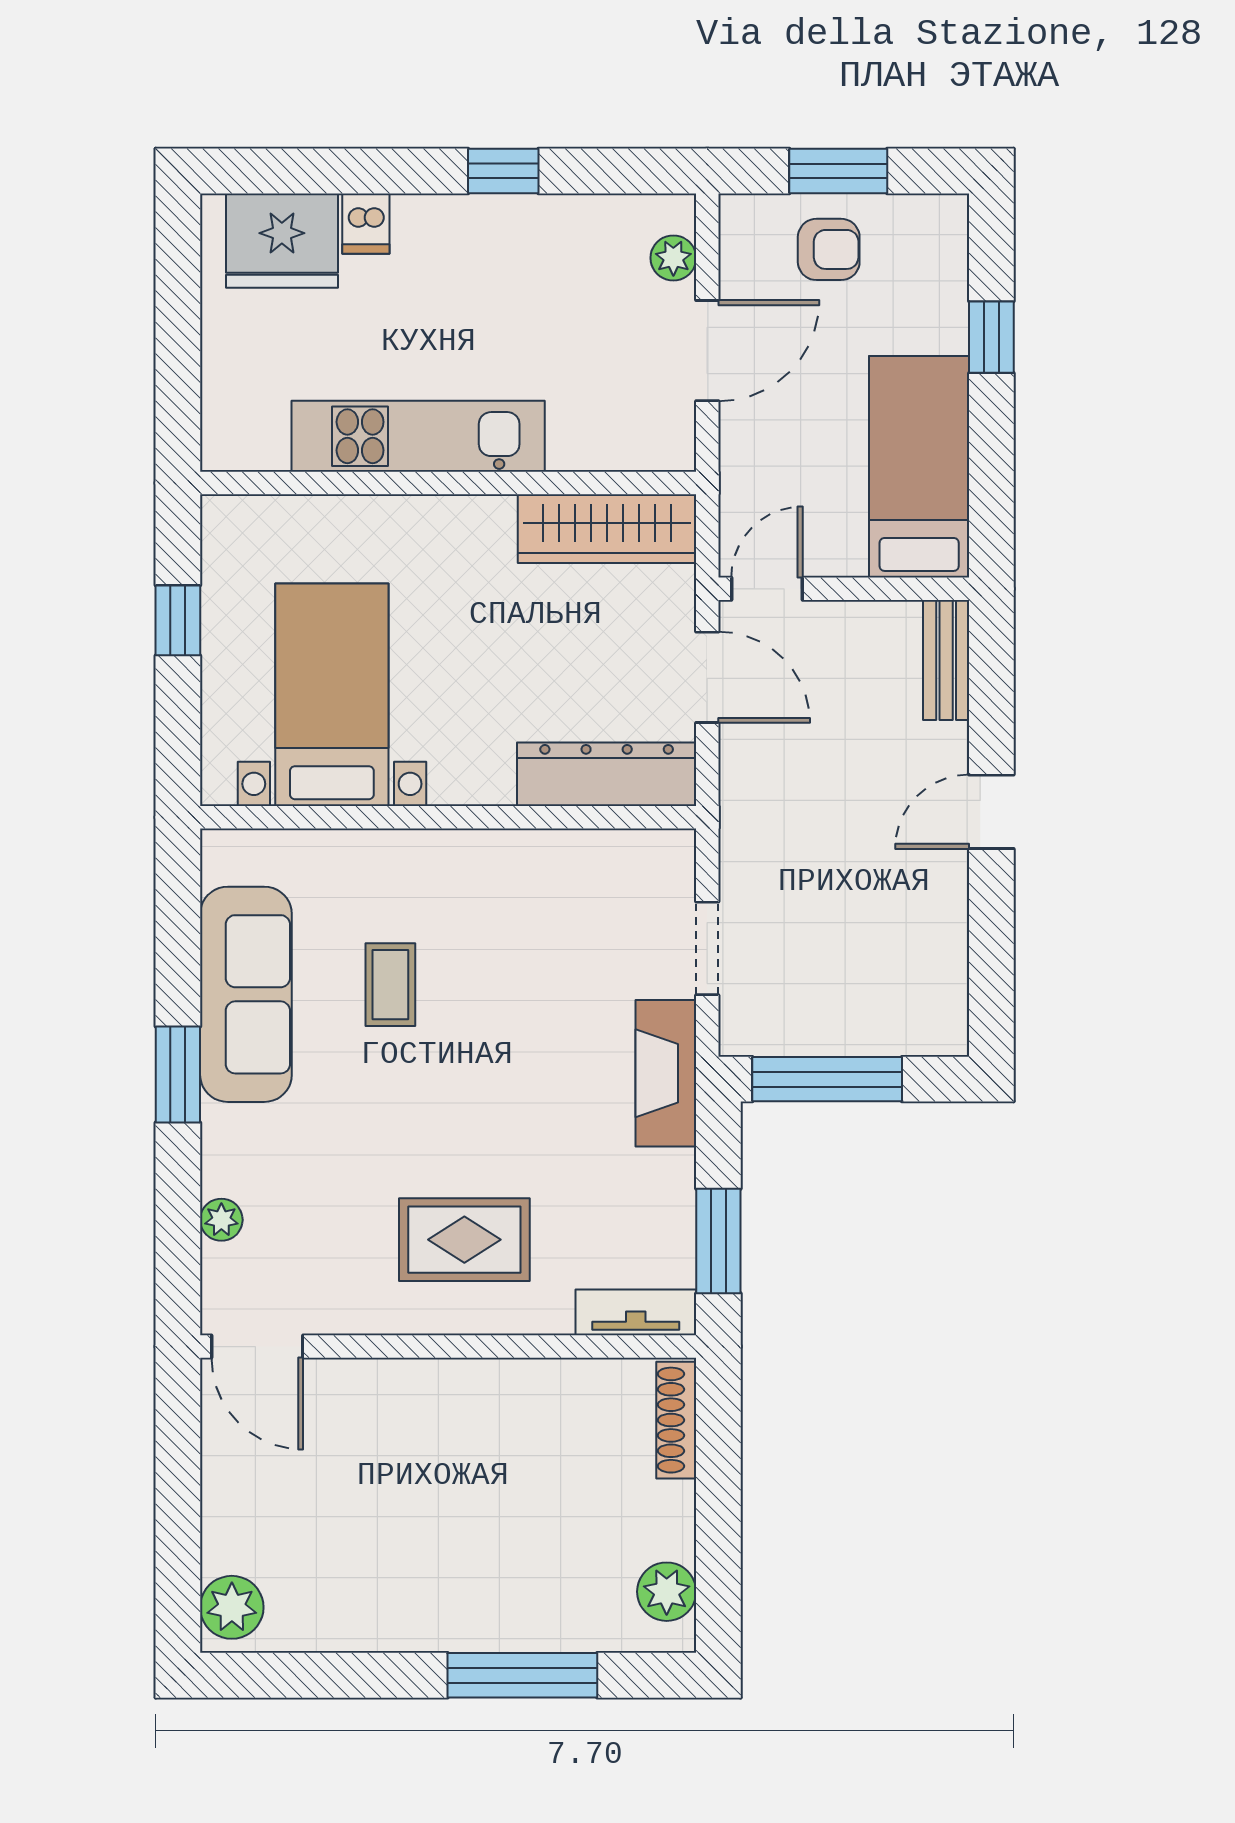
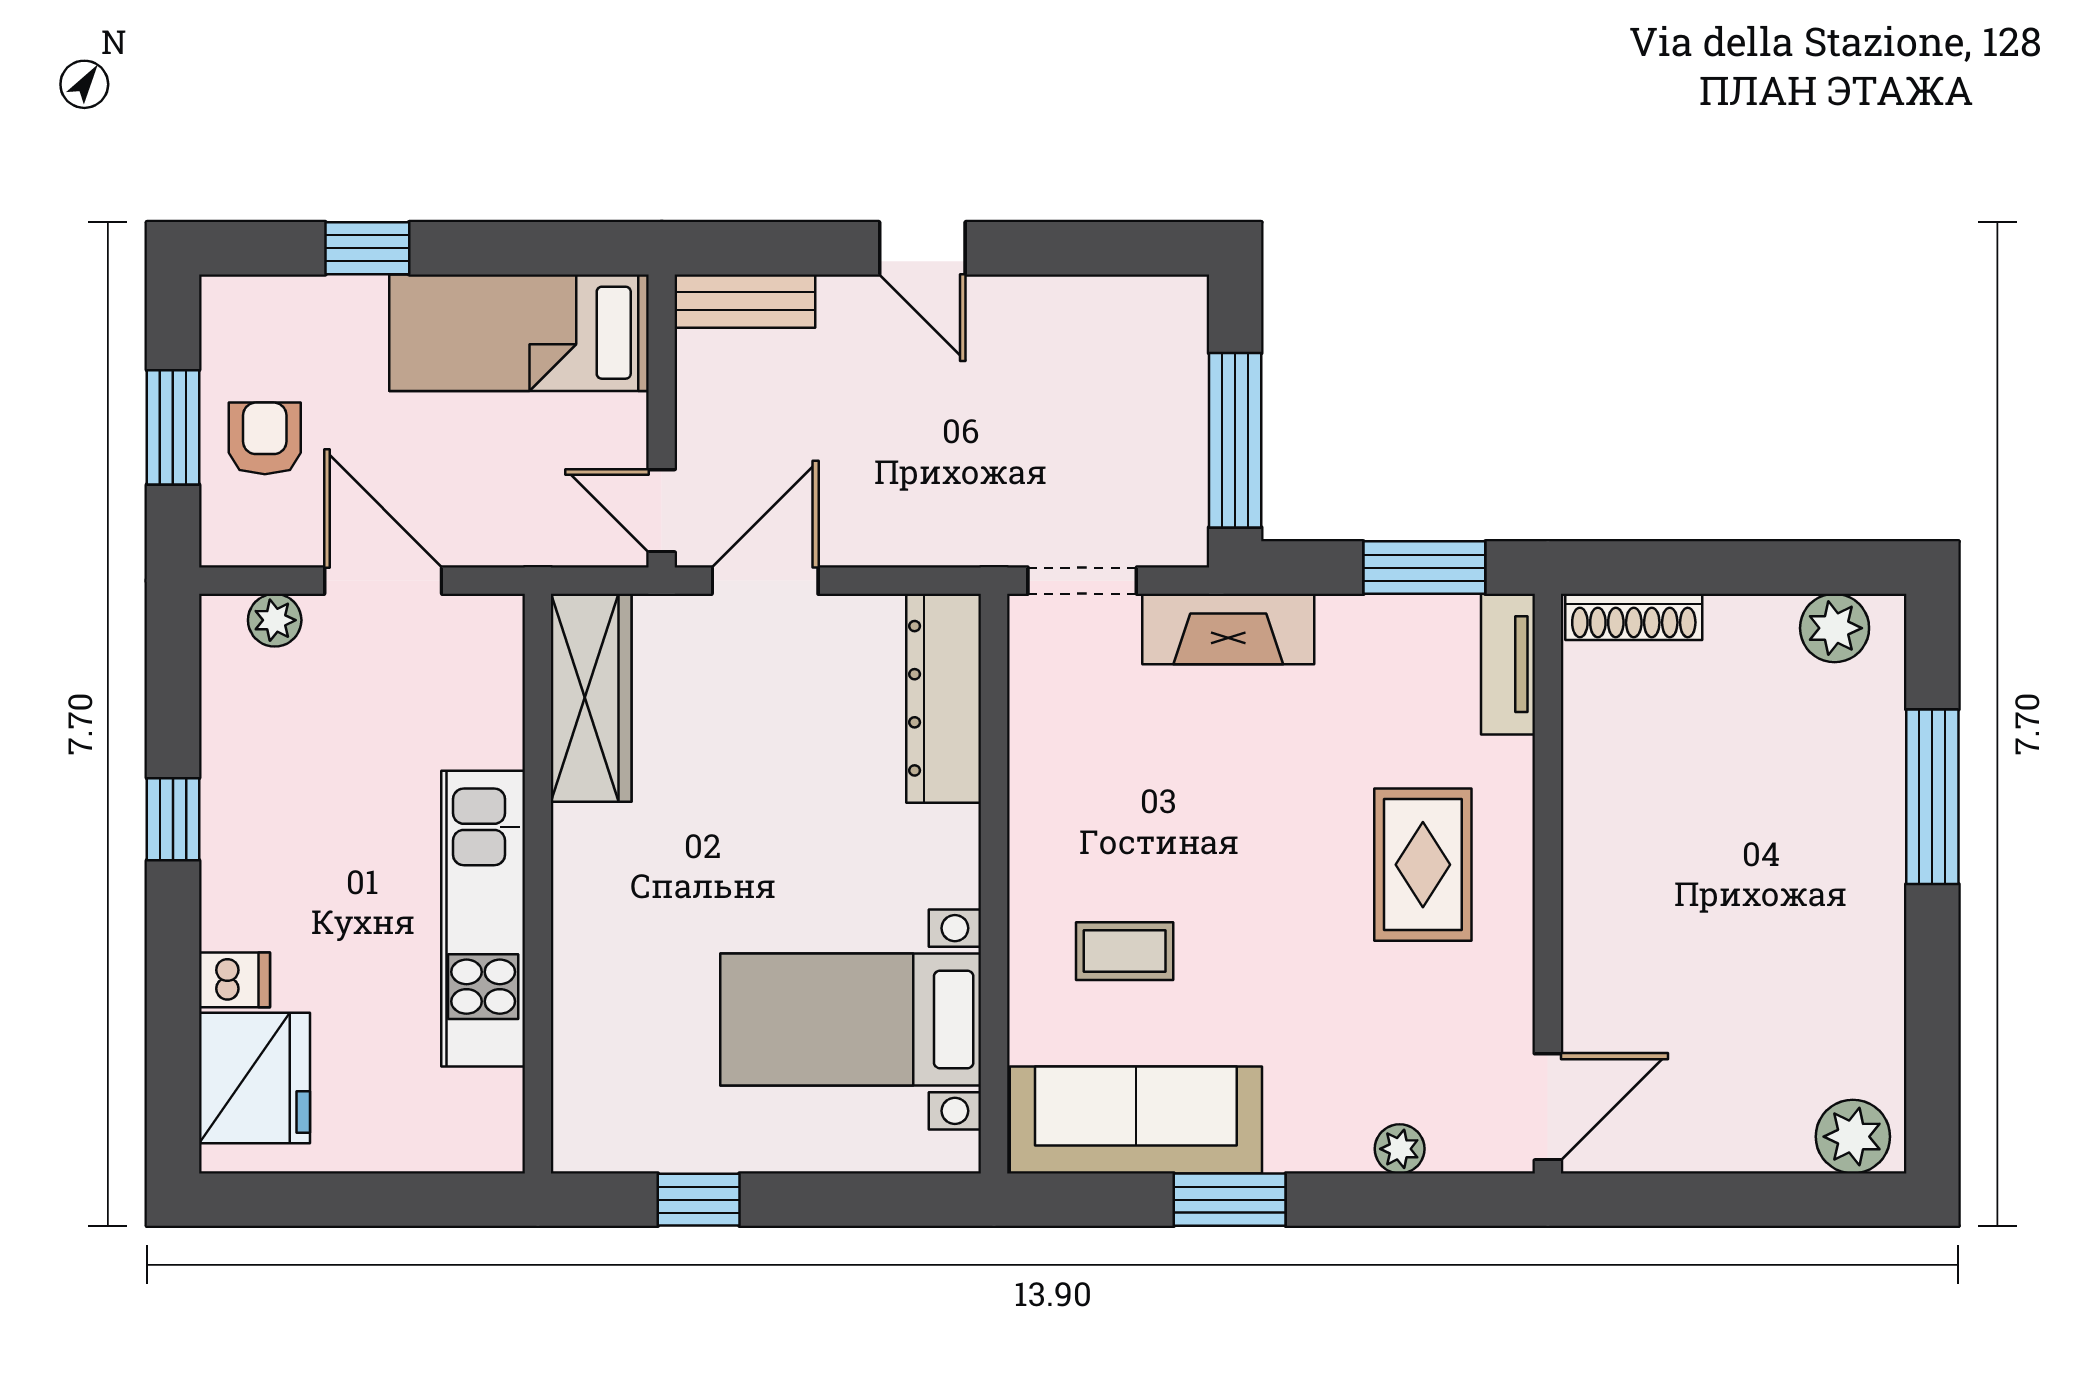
bed with nightstands: (332, 695) -> (851, 1019), moved
dresser: (607, 774) -> (944, 698), moved
wall: (448, 817) -> (994, 884), moved

